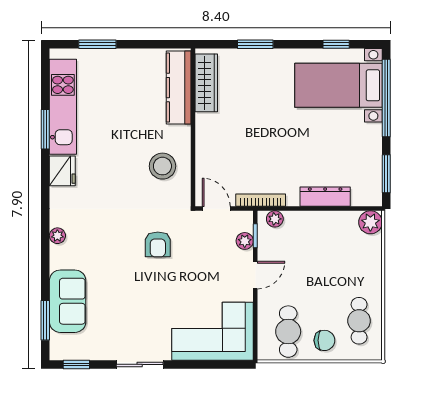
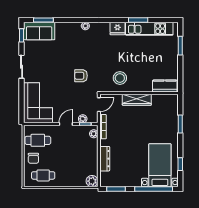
wardrobe: (206, 83) -> (137, 100), moved
kitchen counter: (179, 88) -> (165, 86), width x0.67
door: (255, 275) -> (66, 124), swing flipped
sofa: (68, 301) -> (39, 31), moved

